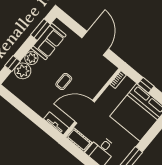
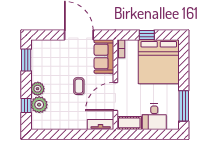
sofa: (49, 42) -> (104, 56), moved, turned 180

